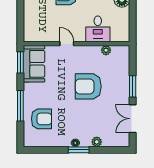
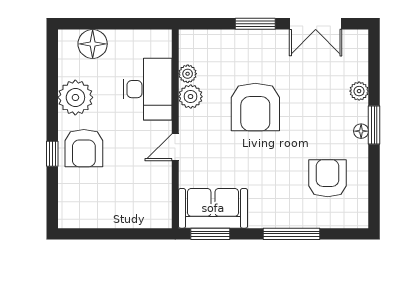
desk: (98, 29) -> (148, 89), width x1.37
plant: (94, 52) -> (191, 97), added
armchair: (41, 119) -> (328, 178), moved

